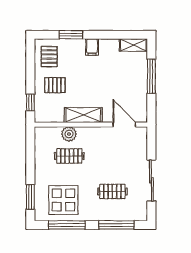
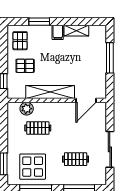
shelving: (133, 45) -> (76, 31), moved
shelving: (83, 115) -> (50, 92), width x1.47
door: (124, 125) -> (86, 100), swing flipped
plant: (69, 134) -> (27, 109), moved

